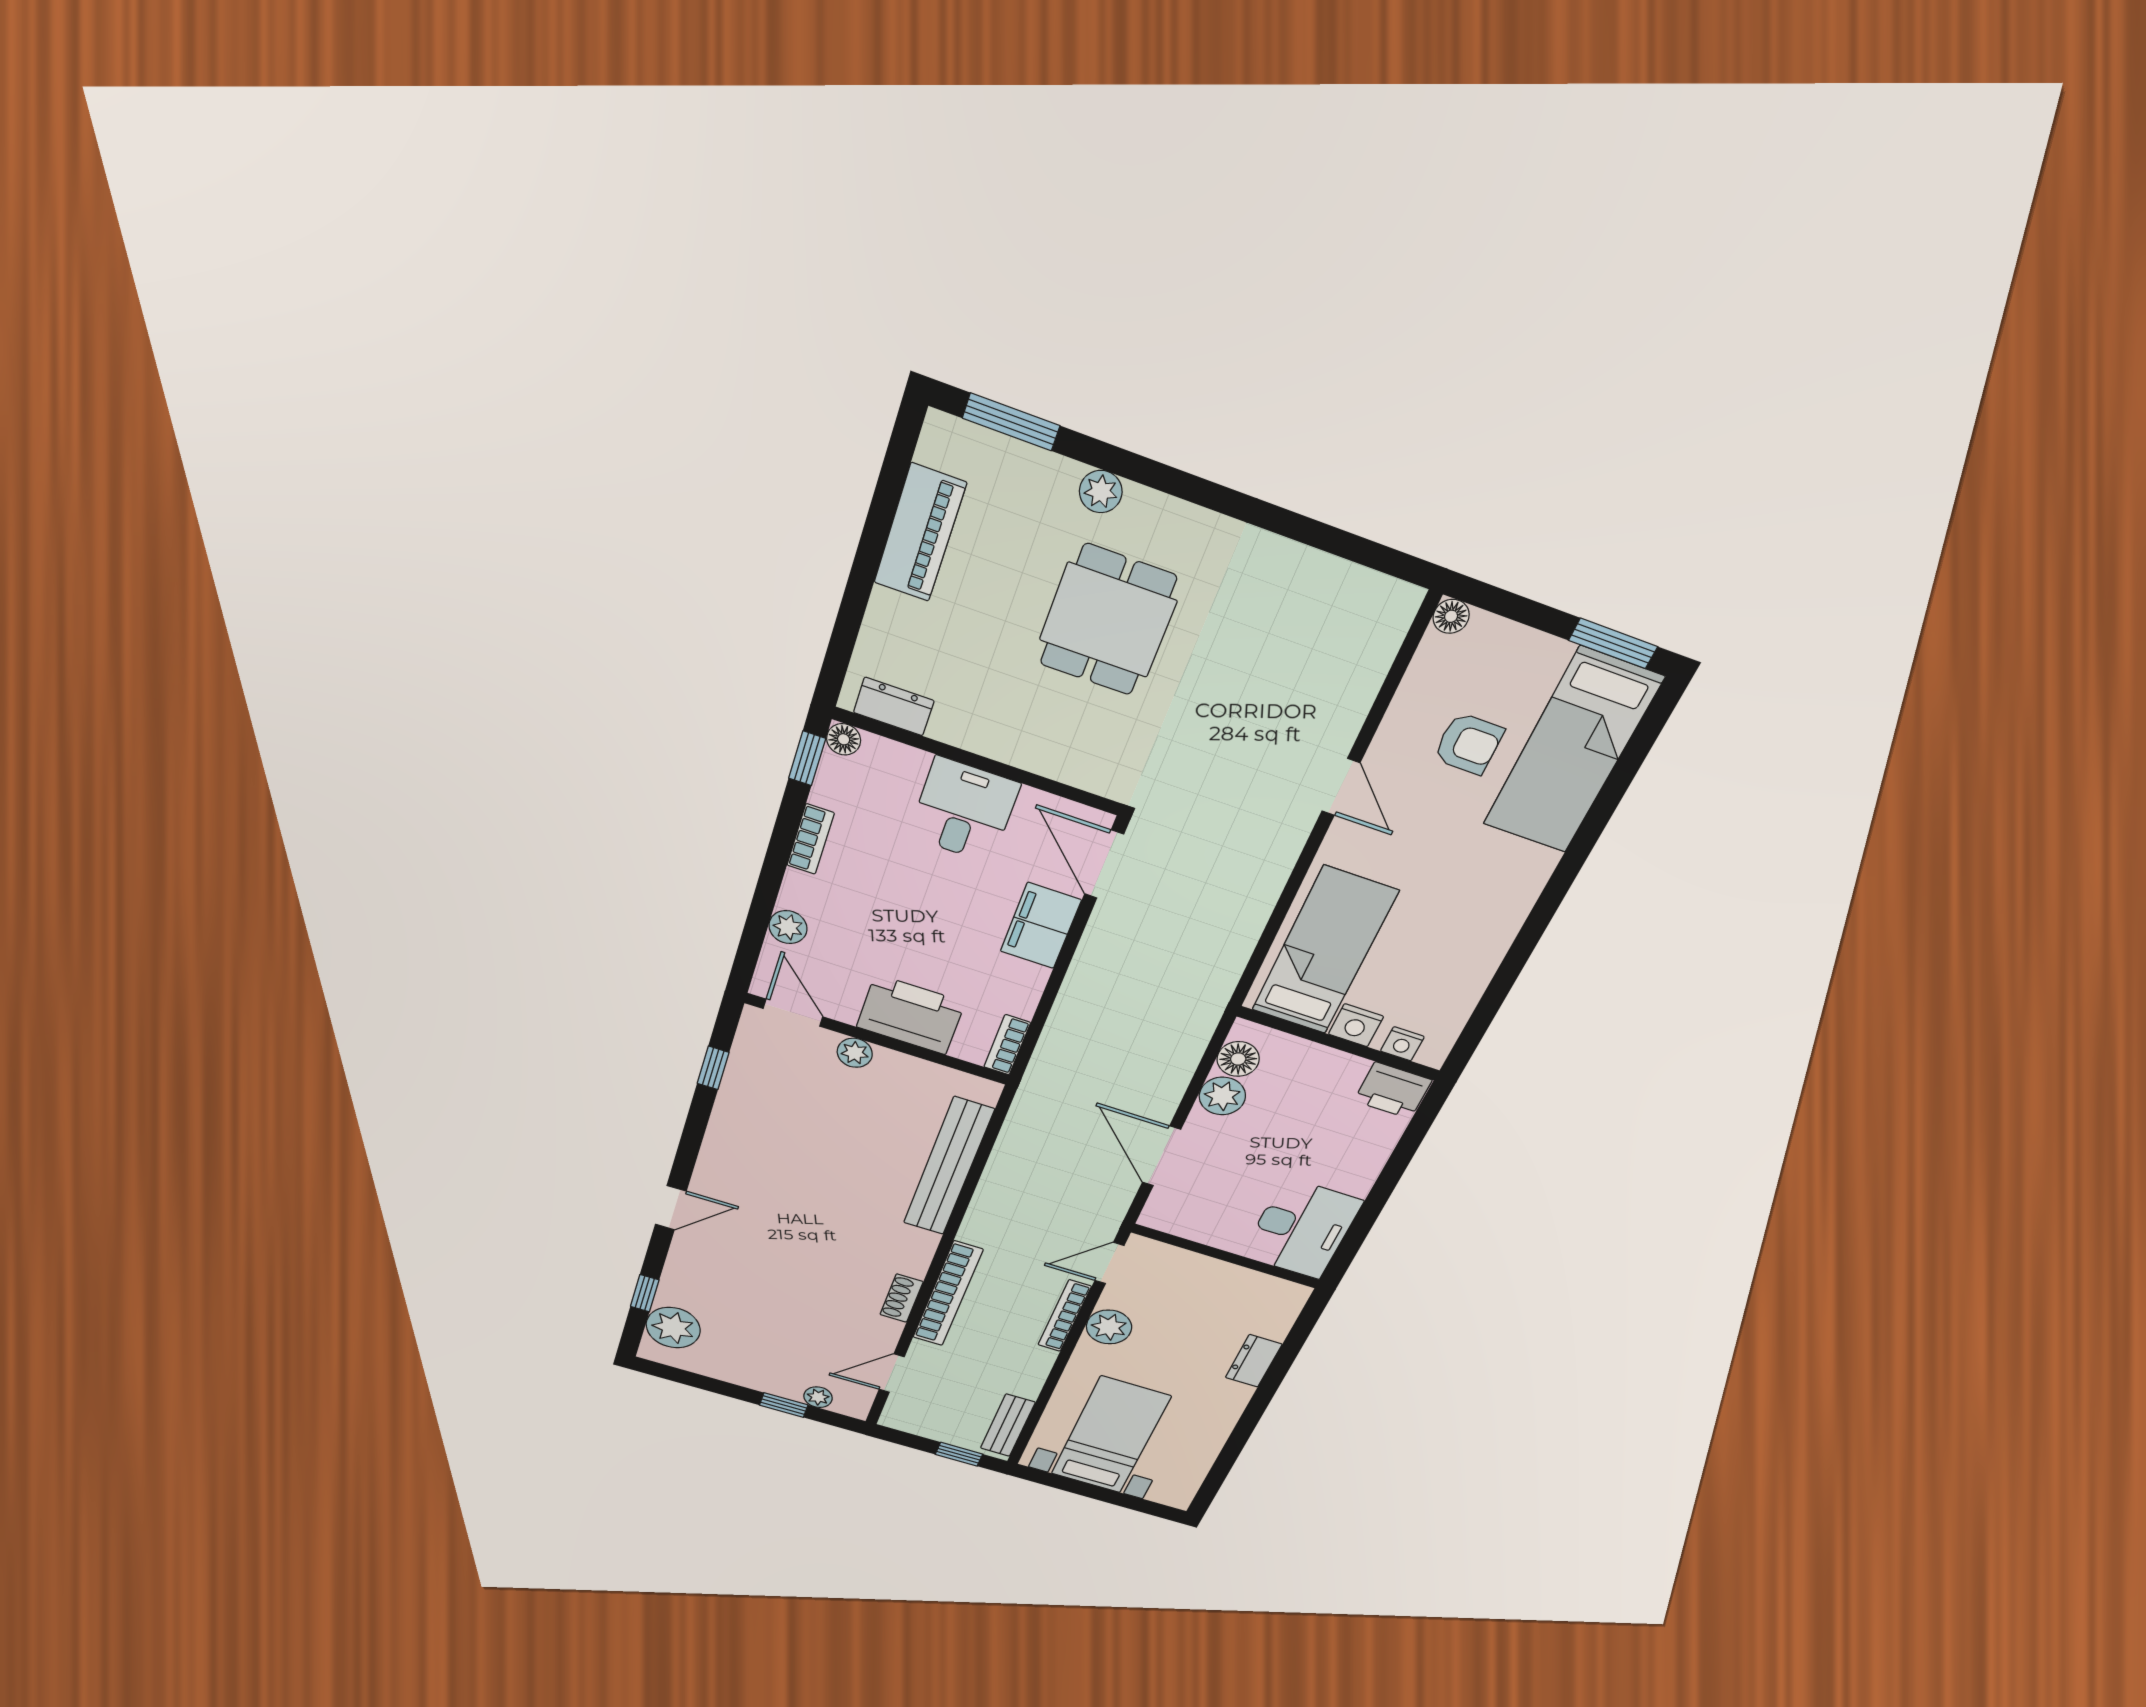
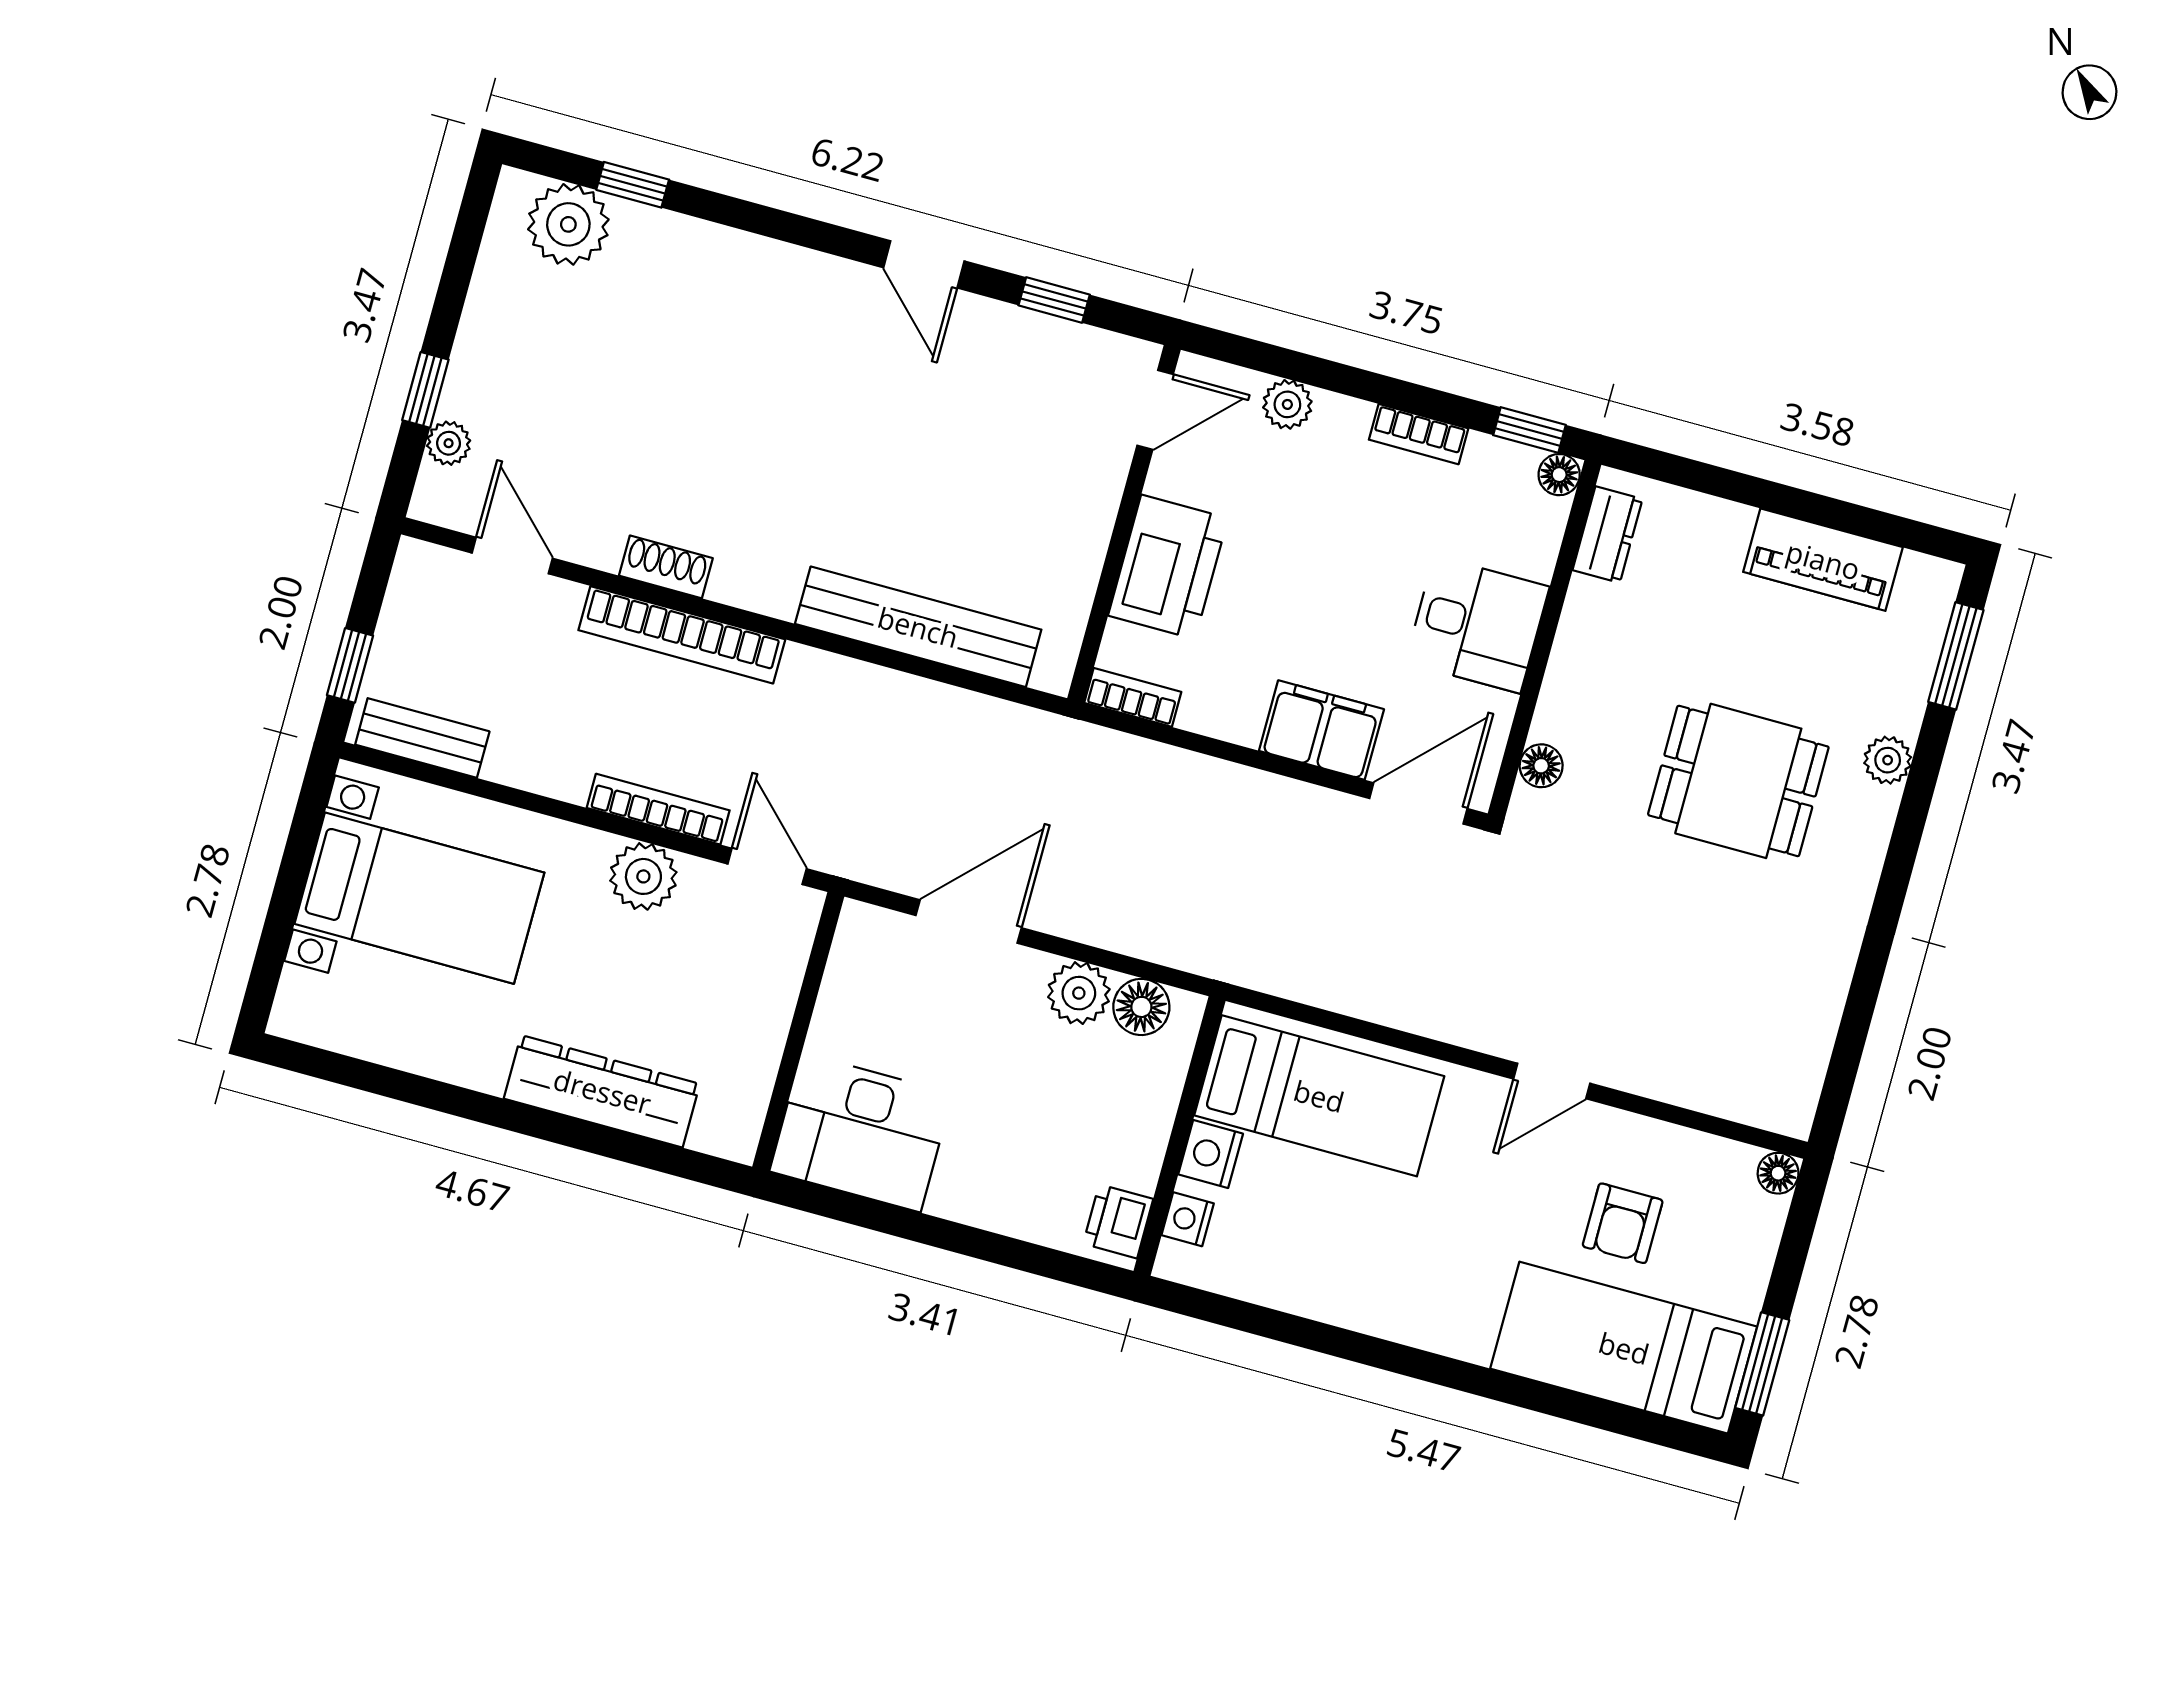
floor lamp: (1082, 773) -> (1541, 766), added
plant: (855, 1053) -> (1099, 493), removed
printer: (1393, 1090) -> (1118, 1221), width x0.73, depth x0.81
door: (671, 1208) -> (924, 264), moved
dresser: (1254, 1361) -> (602, 1091), width x1.96, depth x1.24

